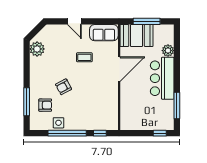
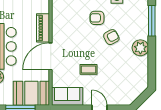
plant: (37, 49) -> (140, 48), moved
piano: (126, 95) -> (43, 28), added
armchair: (45, 105) -> (97, 18), moved

